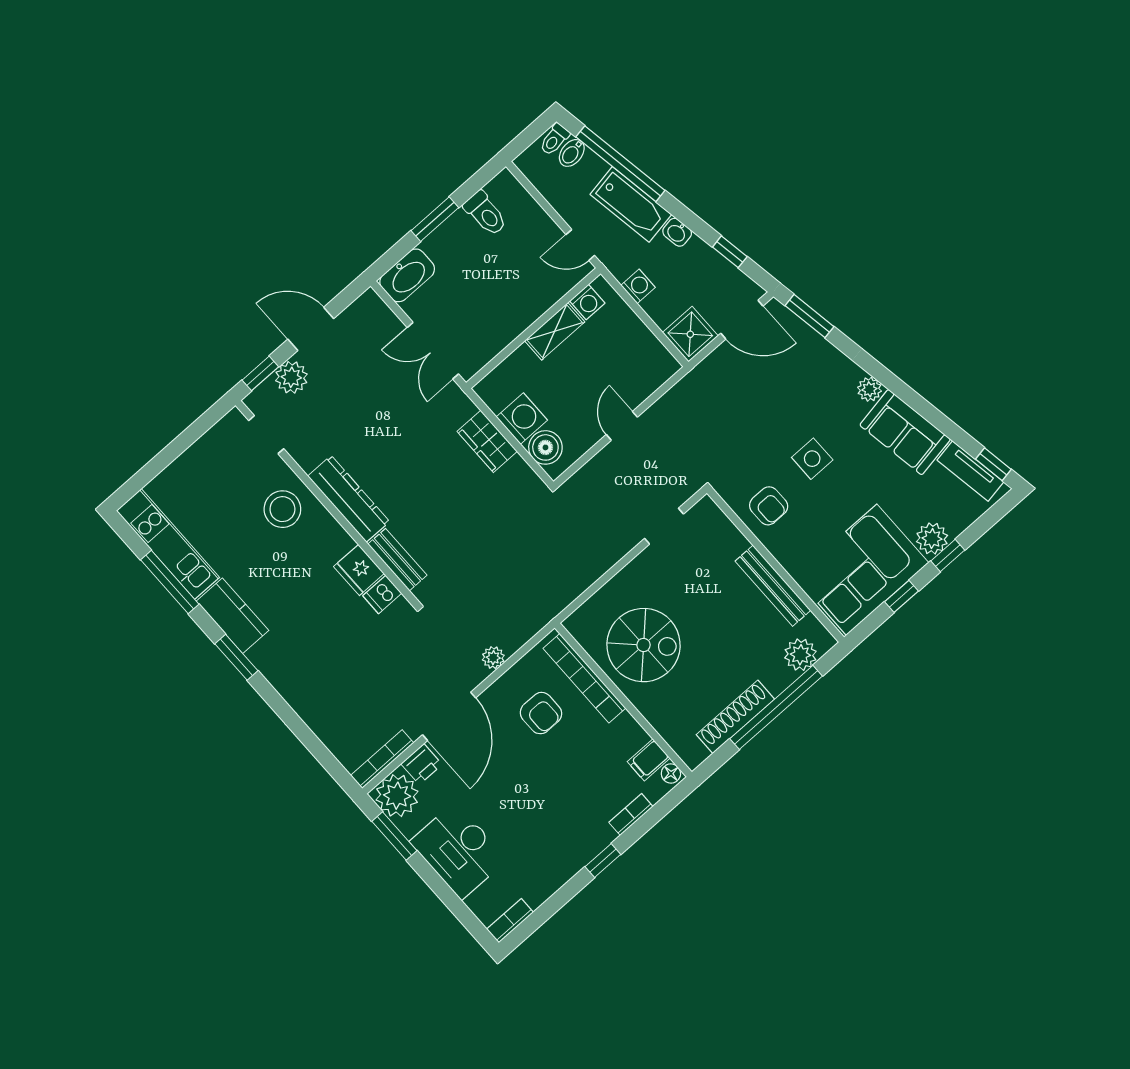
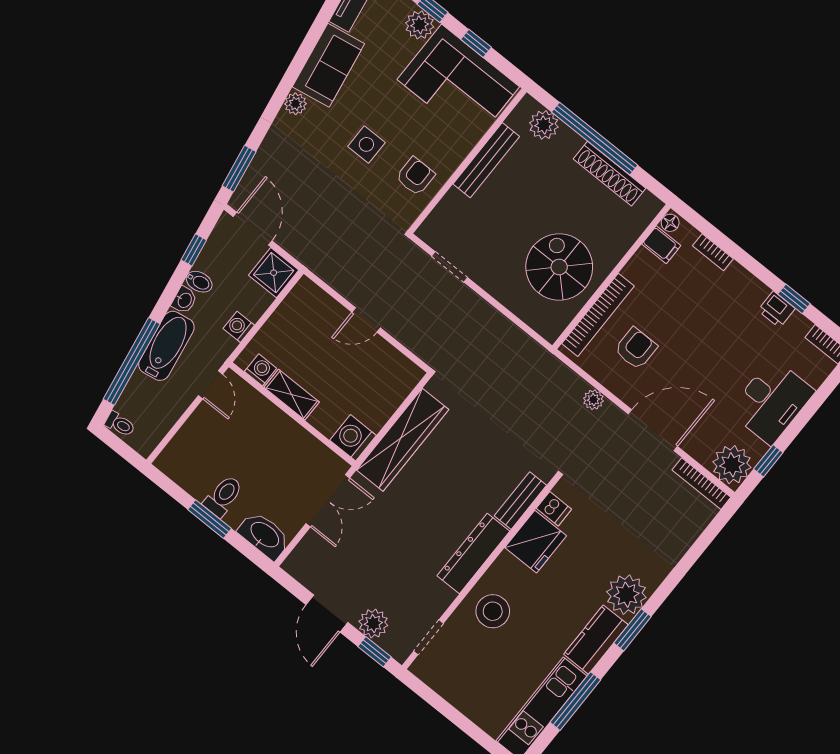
bidet: (572, 153) -> (199, 282), moved
toilet: (485, 213) -> (223, 496), moved
washing machine: (522, 418) -> (353, 438), moved
wardrobe: (487, 441) -> (403, 440), width x2.10, depth x1.17
boiler: (545, 447) -> (397, 385), removed
fridge: (359, 570) -> (536, 542), width x1.36, depth x1.34
plant: (276, 657) -> (626, 595), added
printer: (422, 764) -> (776, 309), moved, turned 180
window: (394, 836) -> (768, 461), width x0.67
window: (603, 861) -> (794, 299), moved

